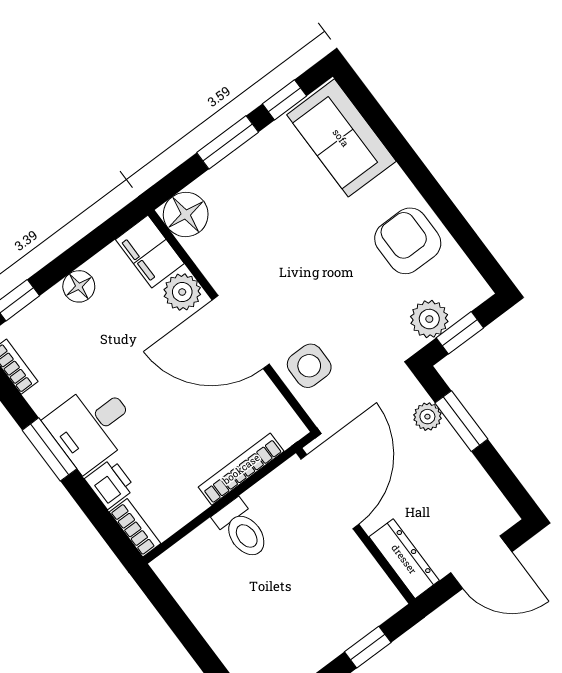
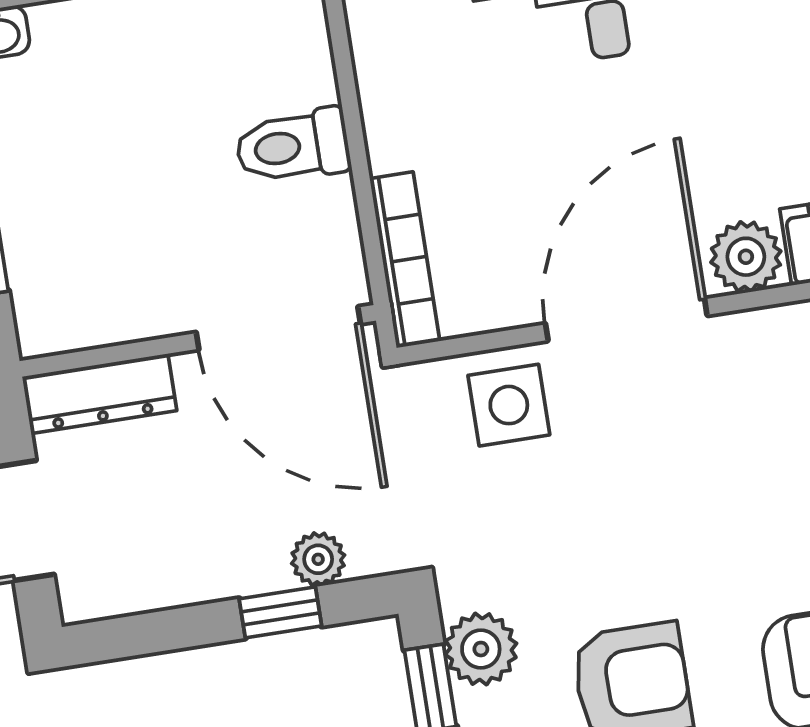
window: (461, 421) -> (280, 612), width x0.67
bookcase: (241, 469) -> (405, 260), moved

